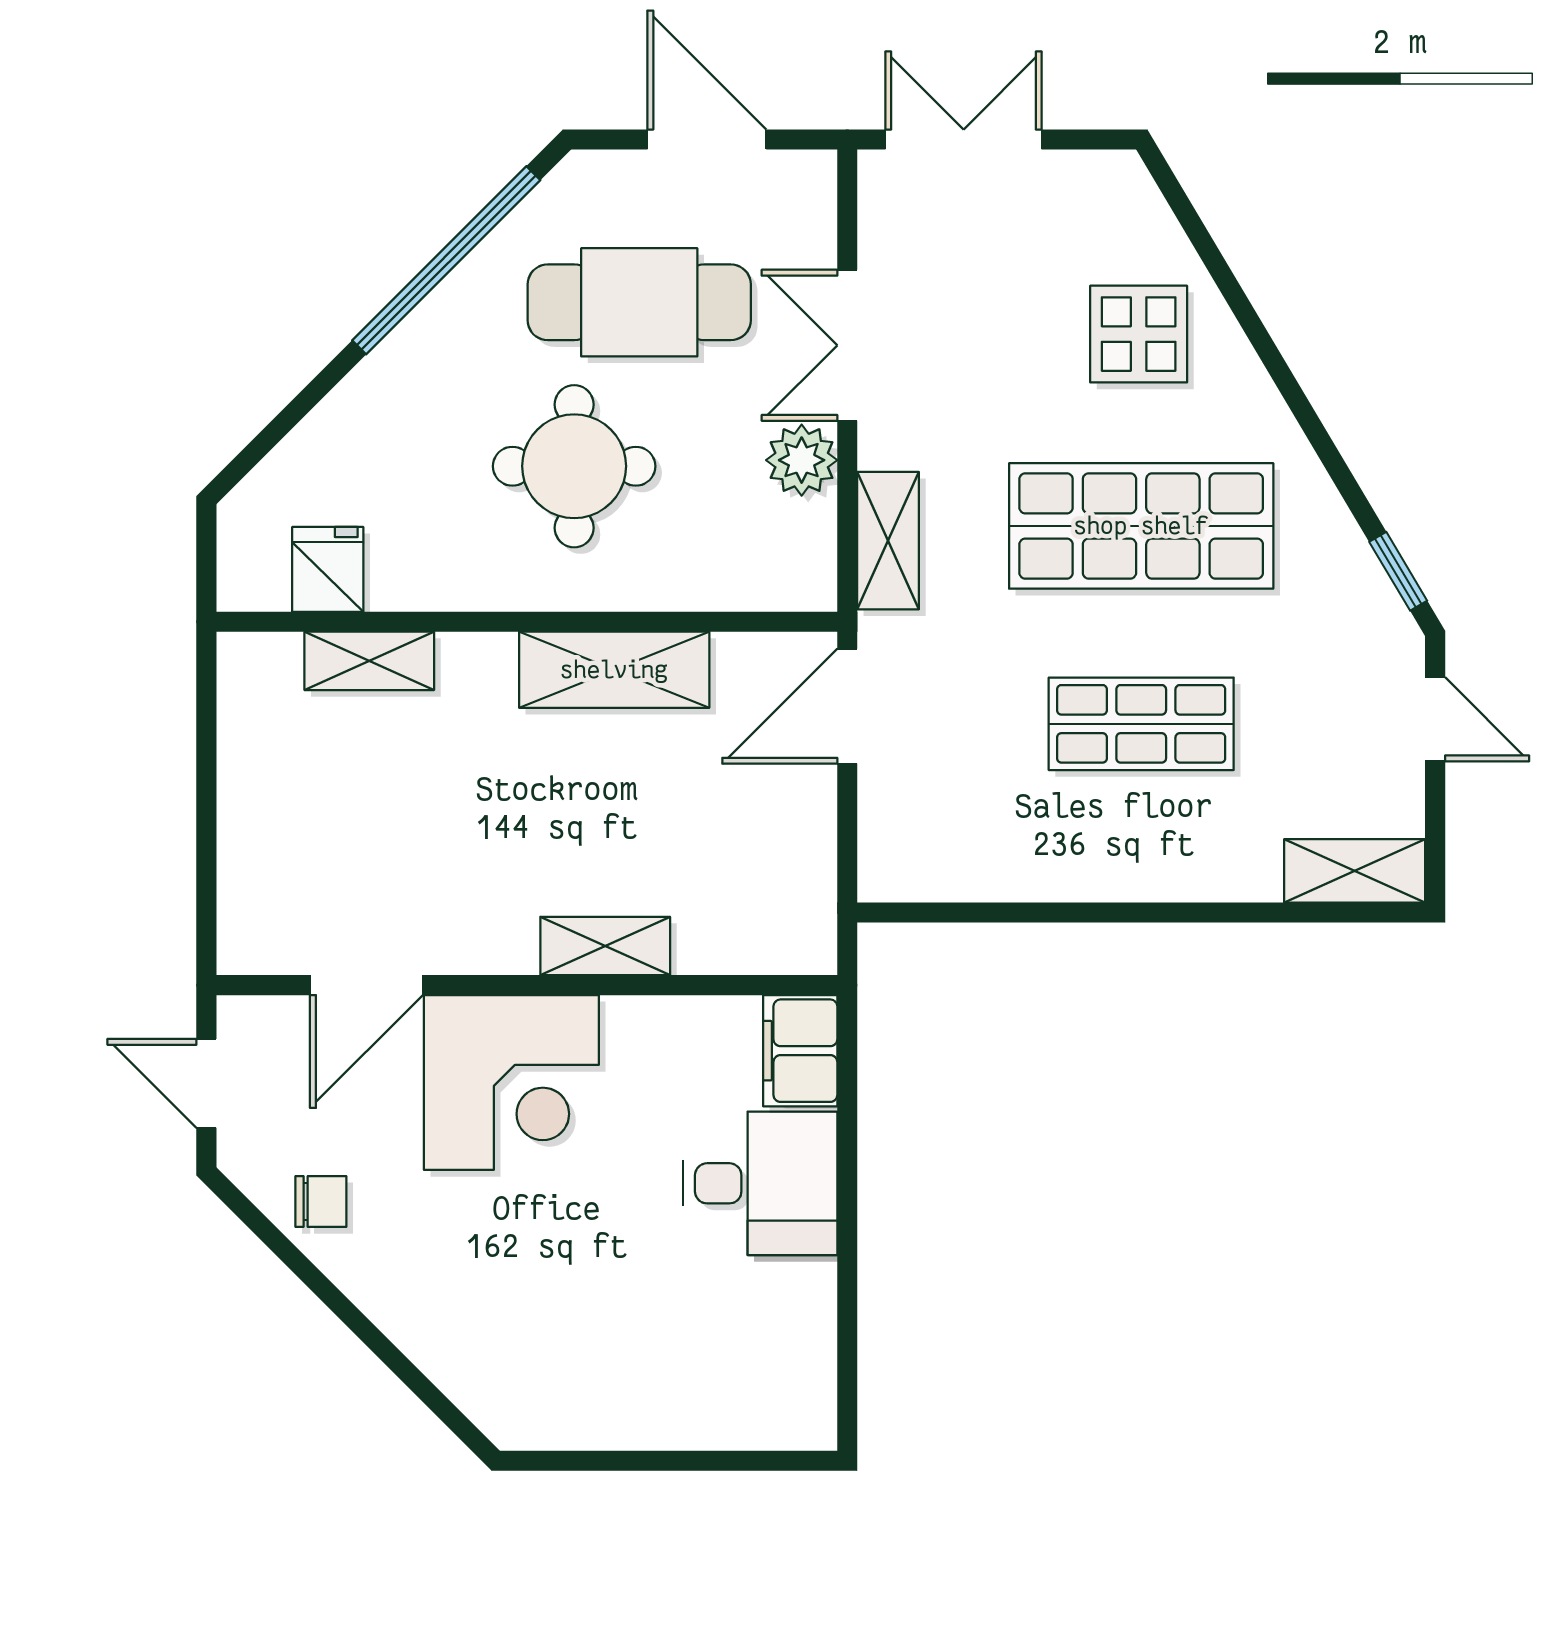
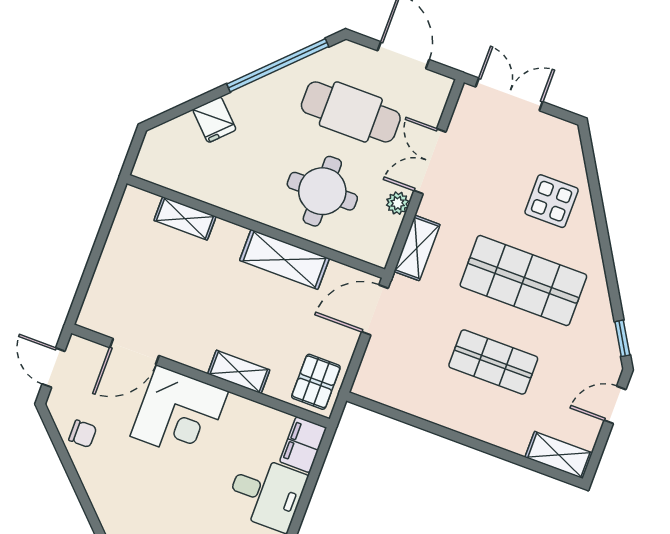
plant: (802, 460) -> (398, 203), width x0.73, depth x0.73
round table: (574, 466) -> (322, 191), moved
fridge: (328, 569) -> (214, 120), moved, turned 135
door: (1435, 719) -> (615, 405), swing flipped
pallet: (778, 906) -> (316, 382), added

